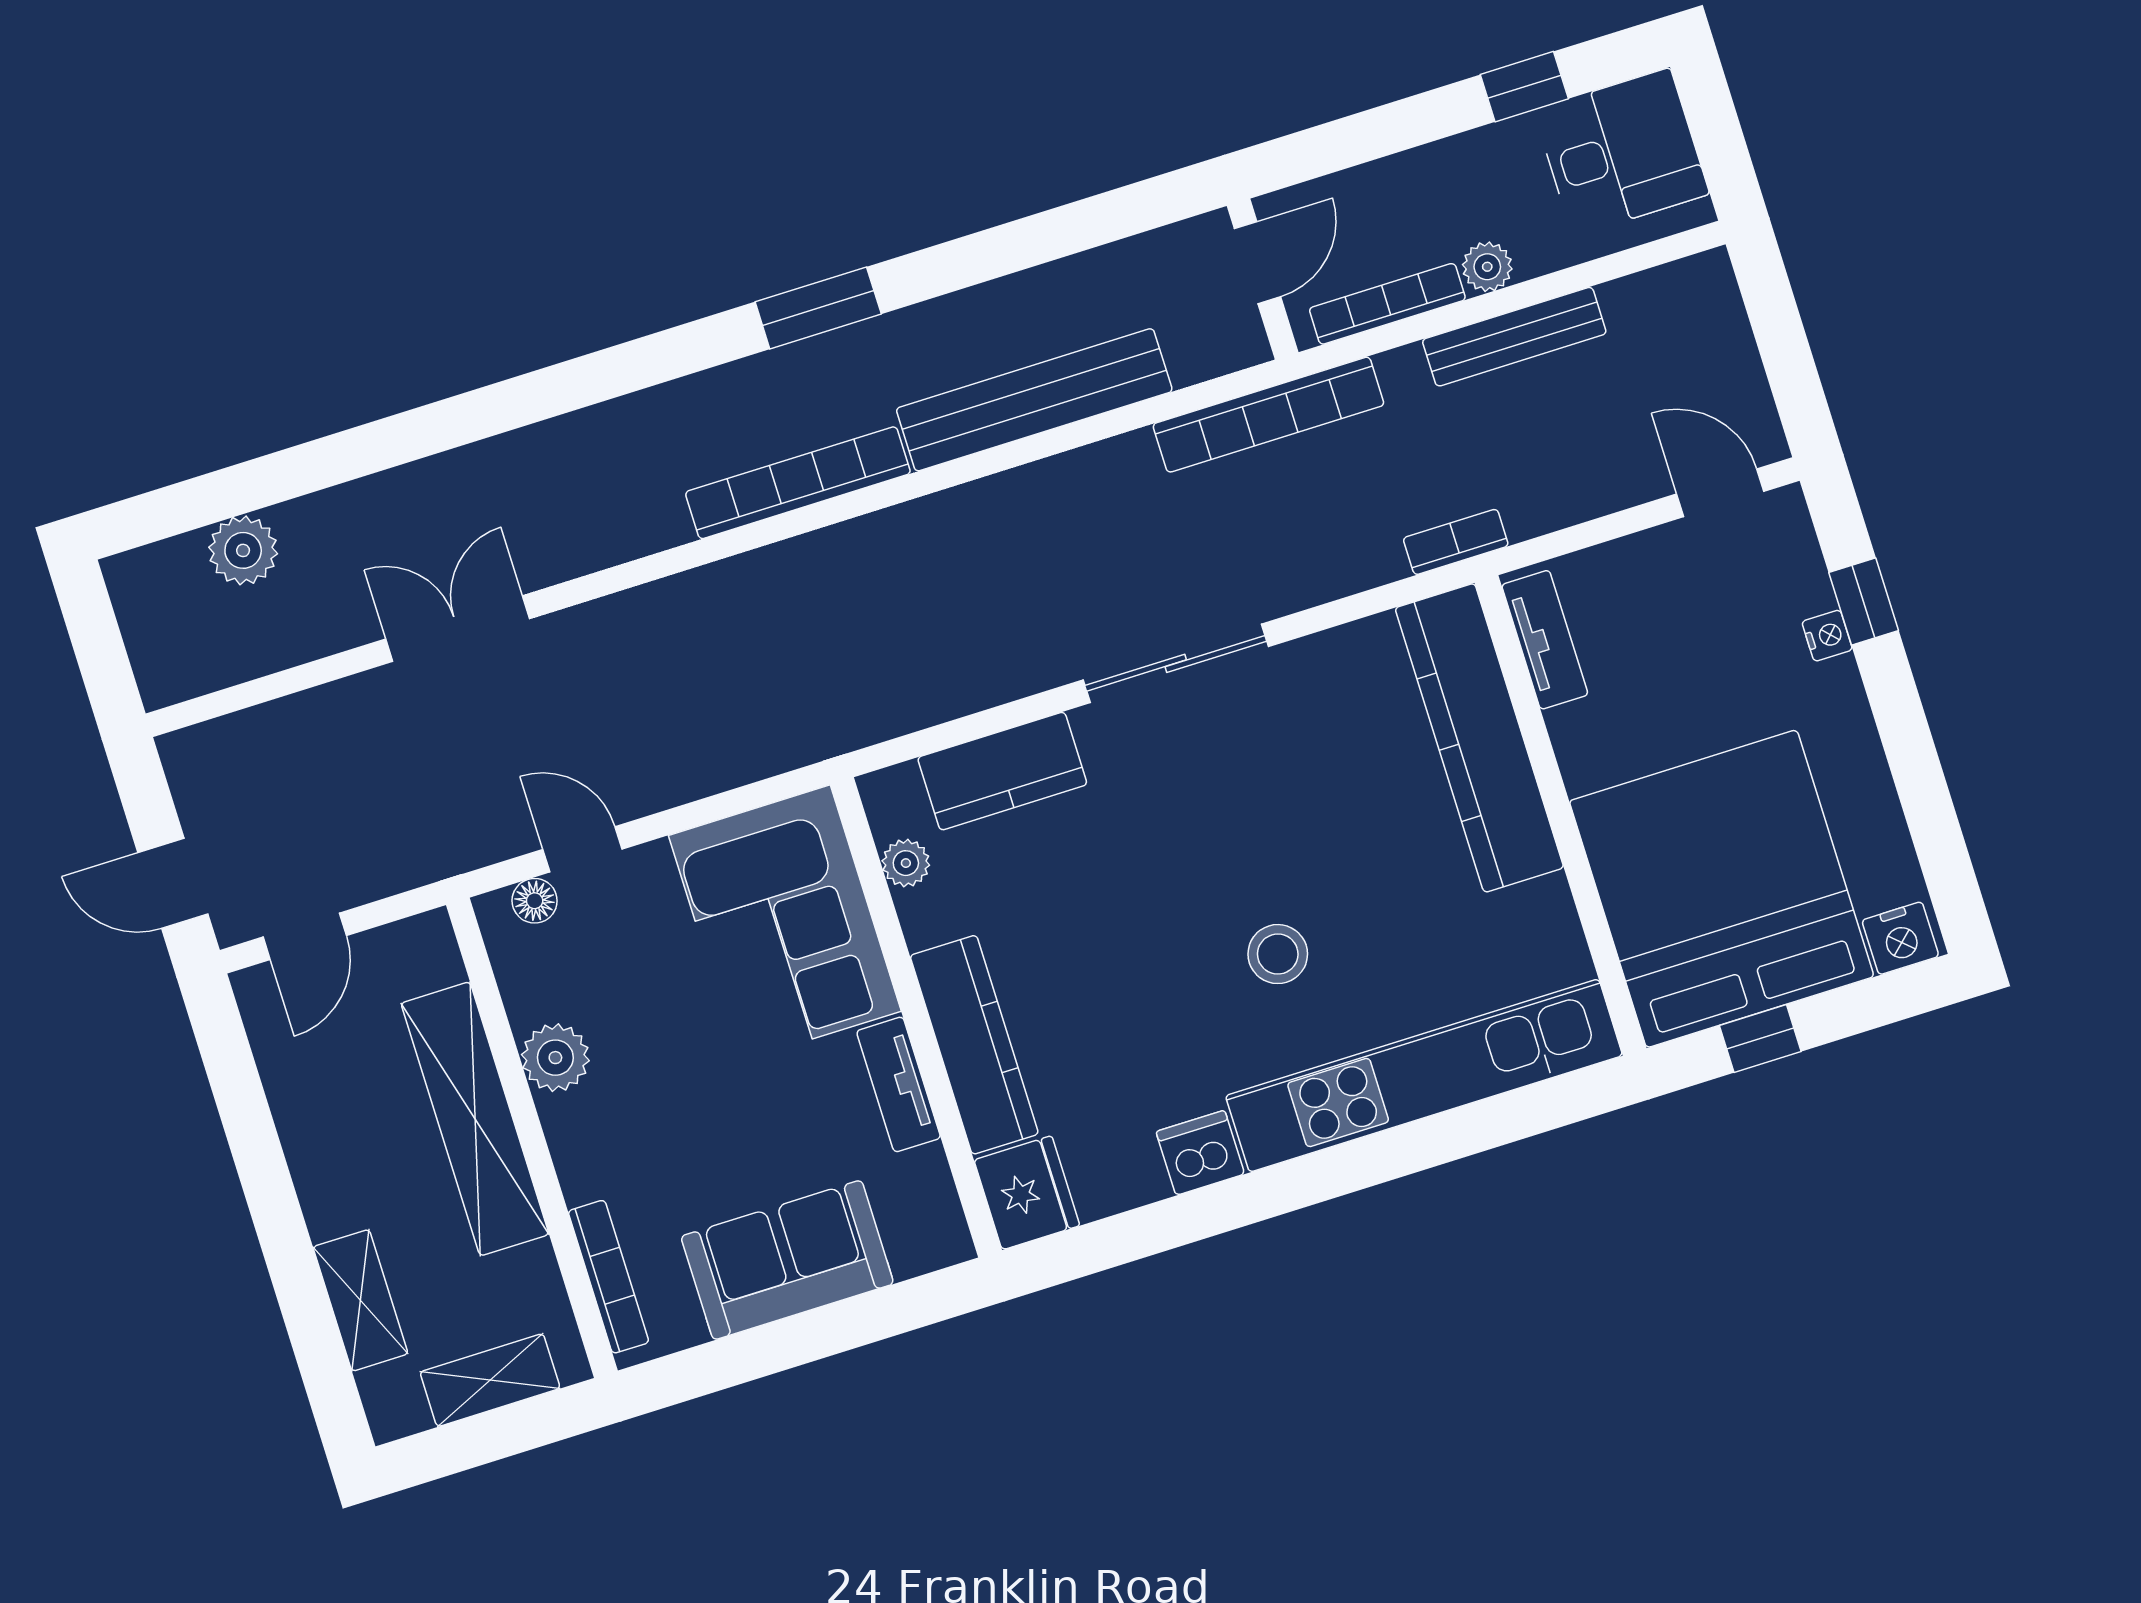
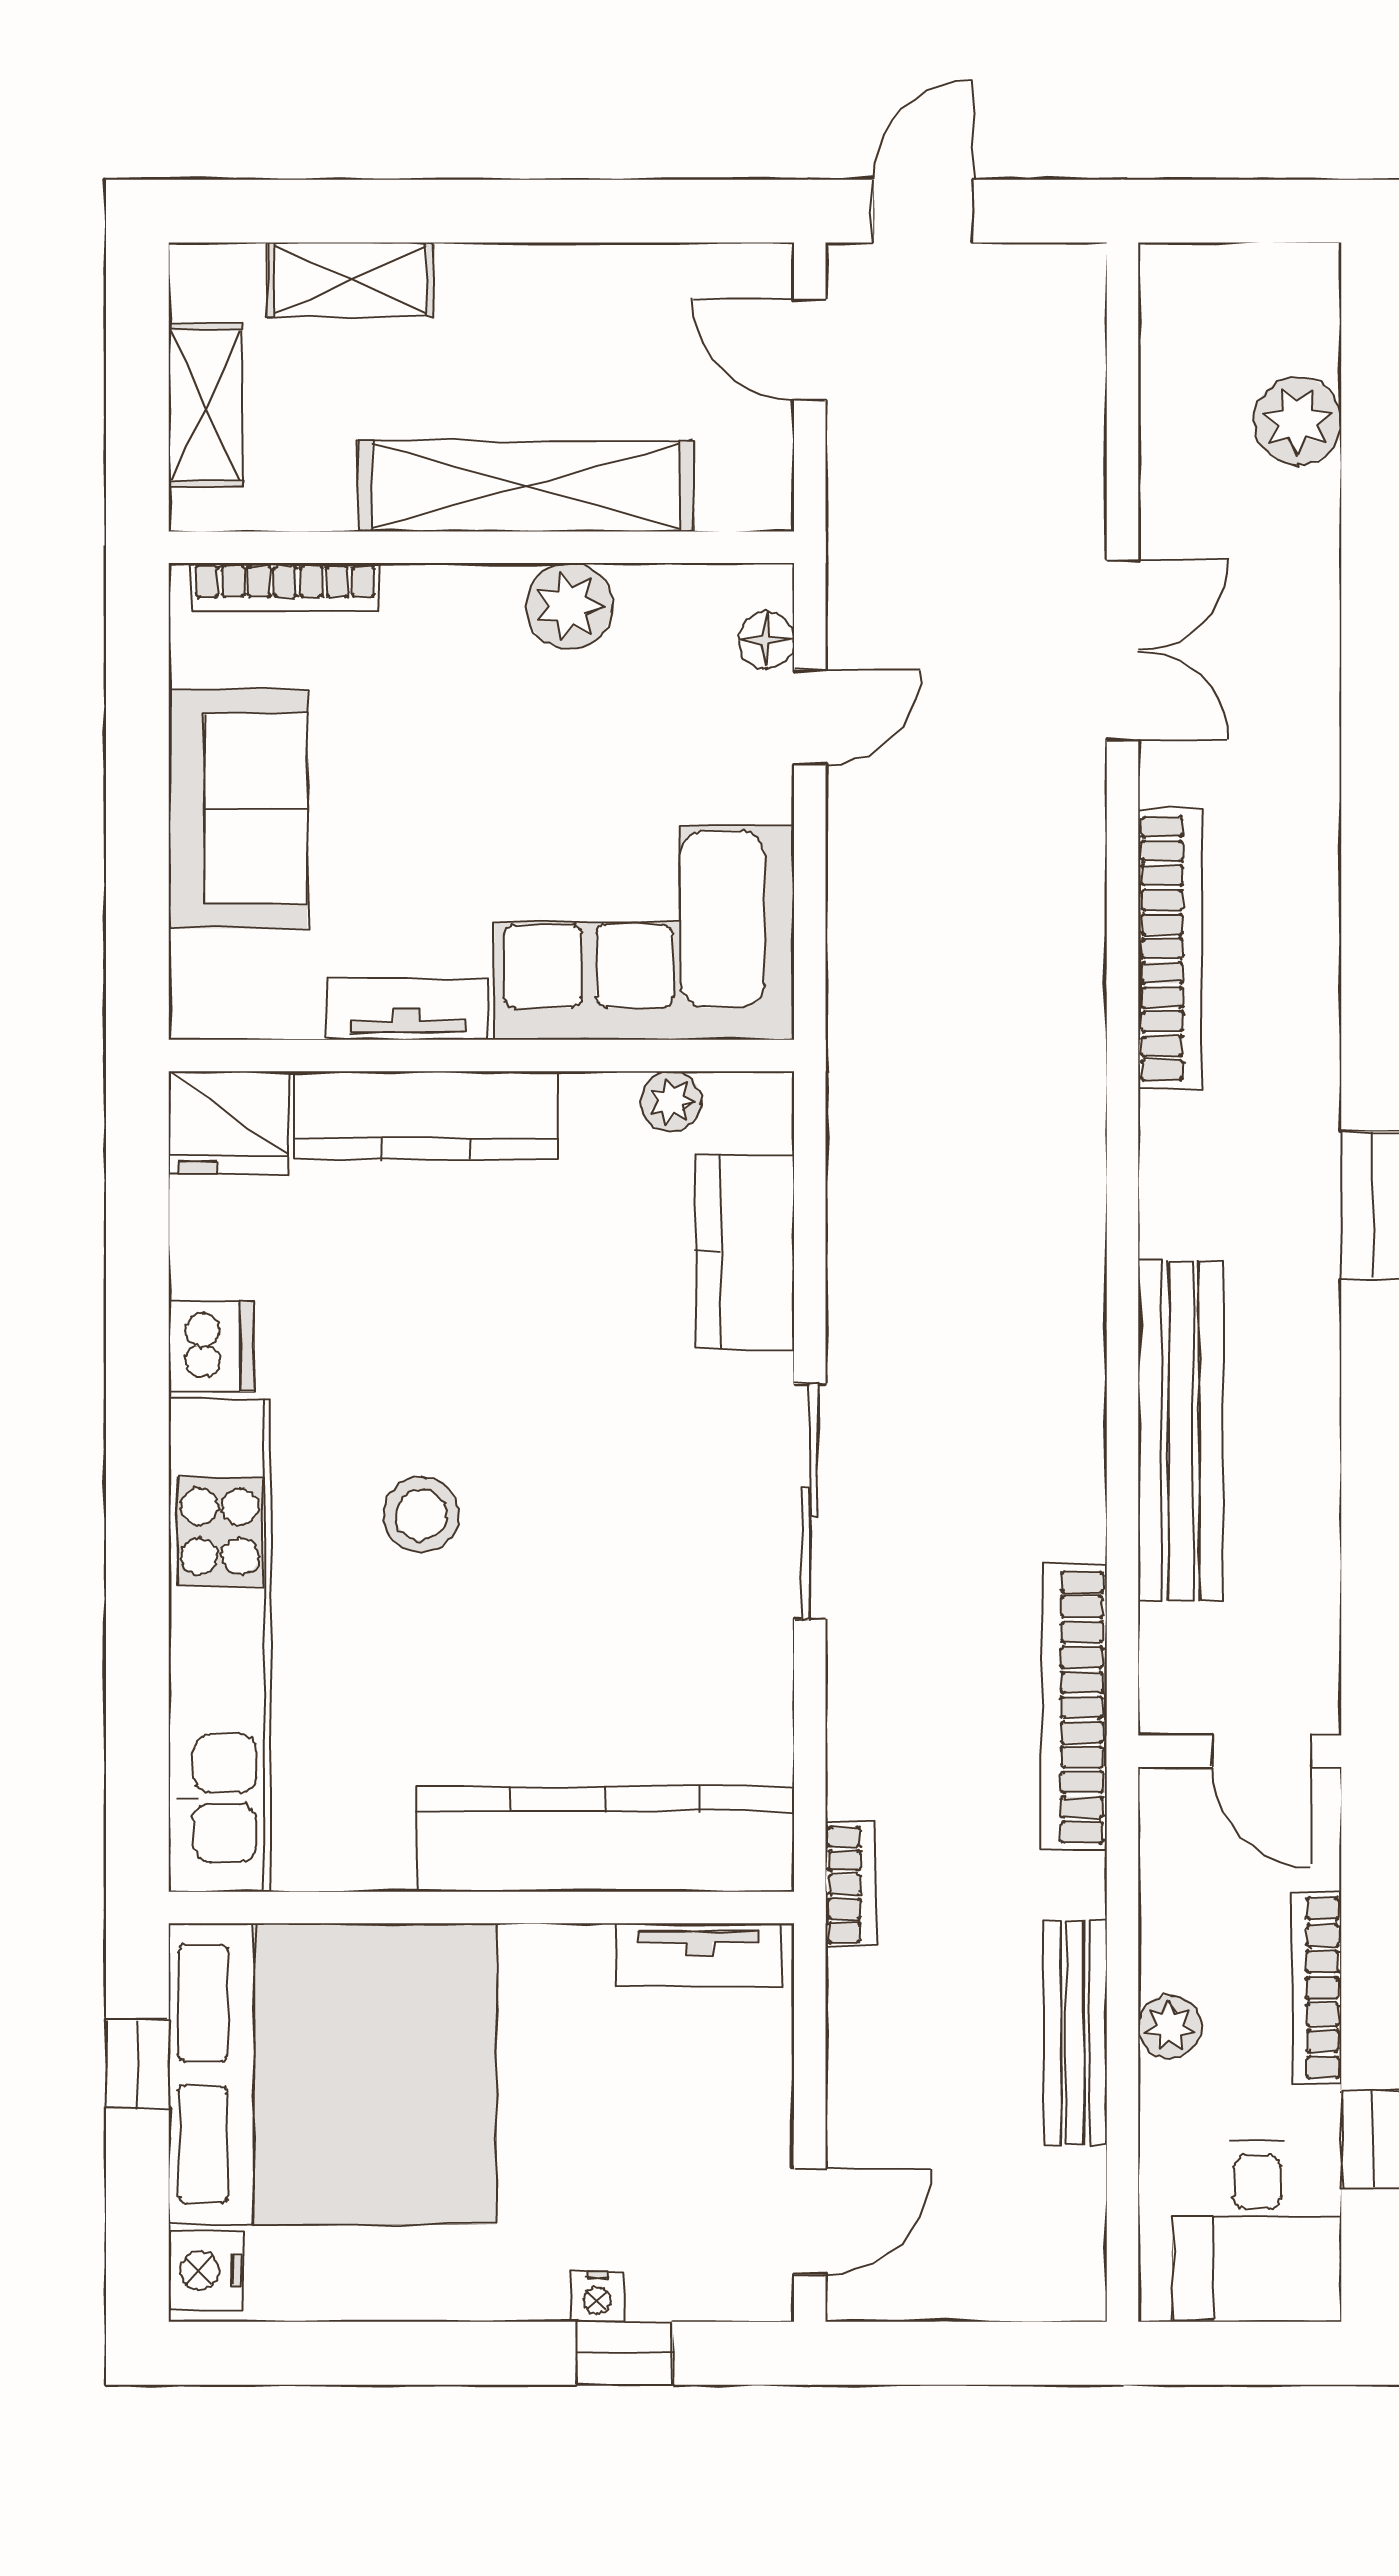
bookcase: (1387, 304) -> (1317, 1988), moved, turned 180
bookcase: (798, 483) -> (1170, 948), moved

